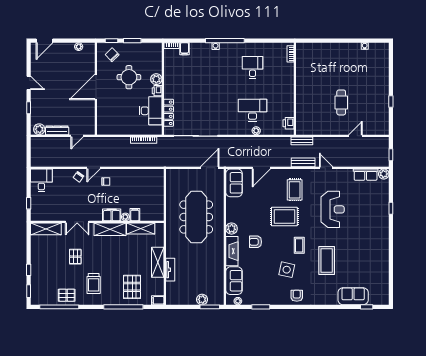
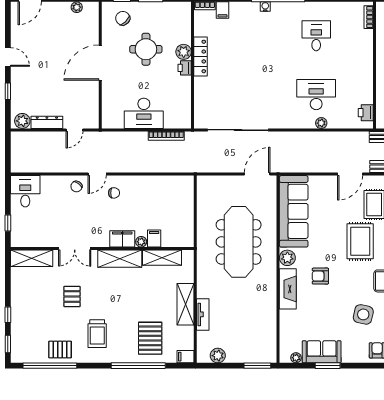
desk: (151, 111) -> (144, 113), moved, turned 90
locker: (169, 113) -> (200, 56), moved
door: (261, 168) -> (350, 174), moved
sofa: (234, 183) -> (294, 211), width x1.85, depth x1.27
rug: (284, 217) -> (360, 241), turned 90
sofa: (234, 281) -> (322, 352), moved, turned -90
plant: (202, 299) -> (218, 356), moved

